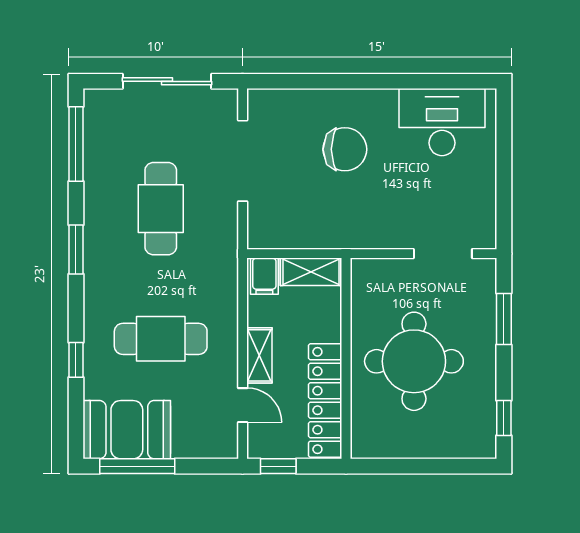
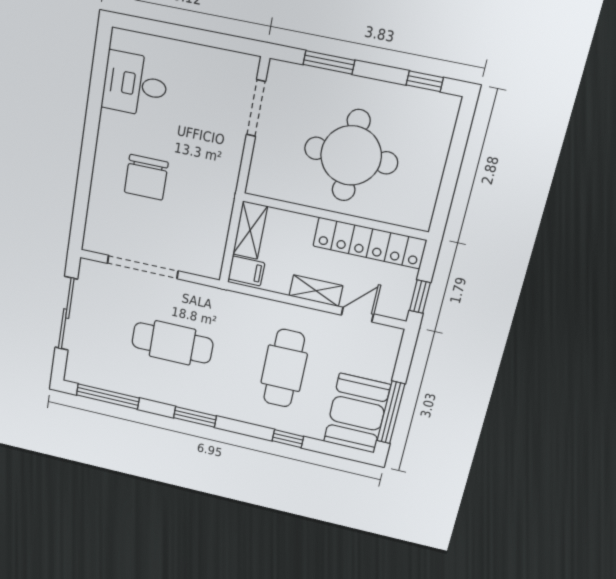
desk: (442, 122) -> (135, 84), width x0.73
chair: (345, 149) -> (146, 177), turned 180

